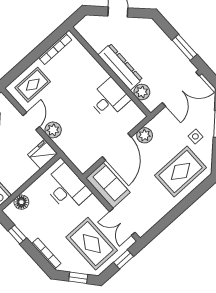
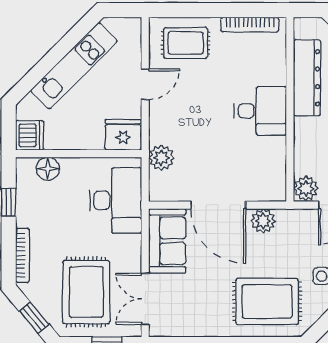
dresser: (120, 67) -> (307, 78), moved
plant: (142, 92) -> (306, 188), moved
desk: (109, 99) -> (260, 111), moved
plant: (53, 130) -> (161, 158), moved
door: (117, 147) -> (218, 205), hinge flipped

